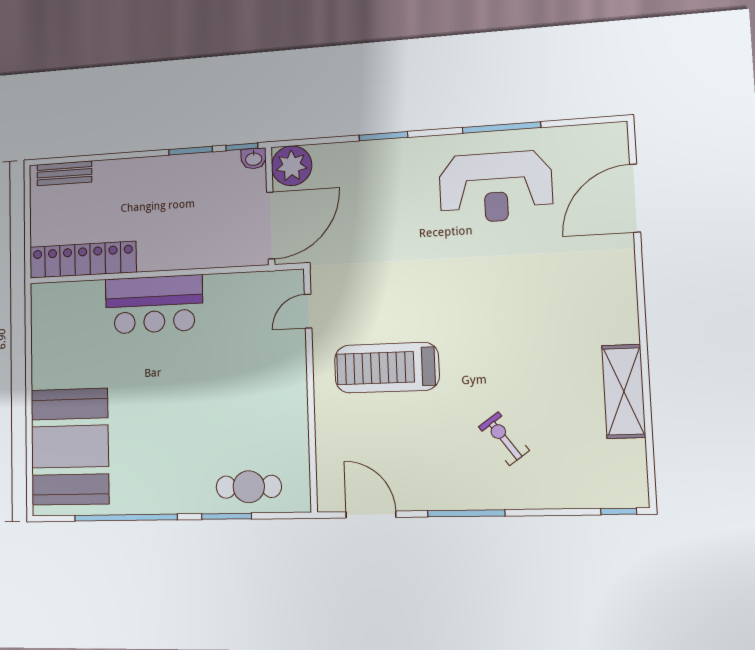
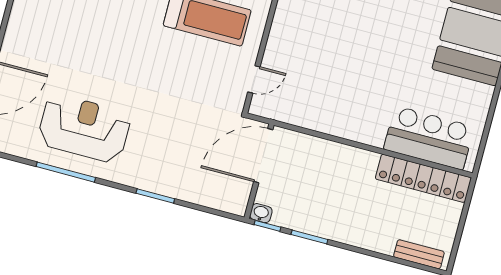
plant: (292, 166) -> (233, 197), removed
bar counter: (154, 304) -> (429, 138), moved

